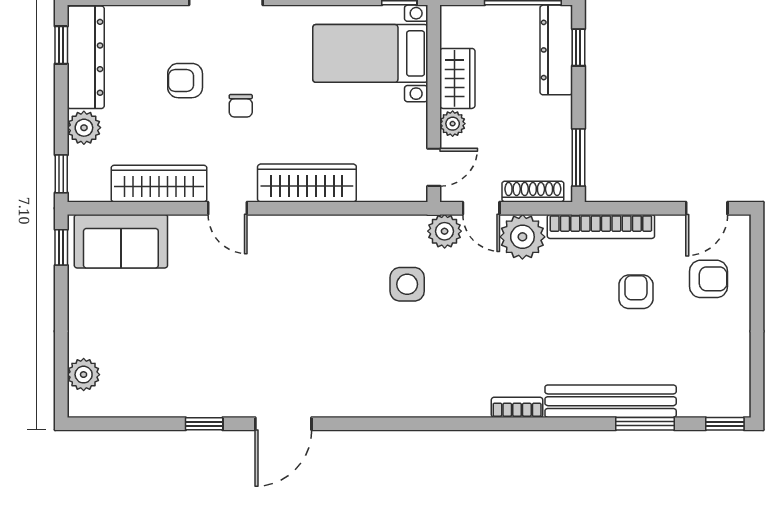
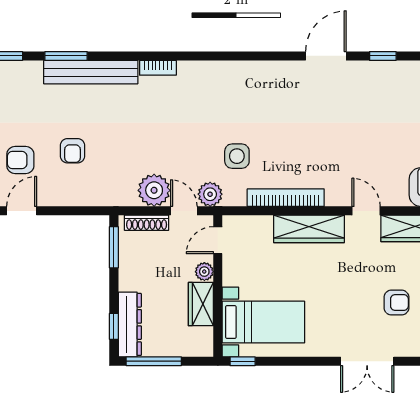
chair: (241, 106) -> (356, 284), removed
bookcase: (601, 226) -> (286, 198), moved

